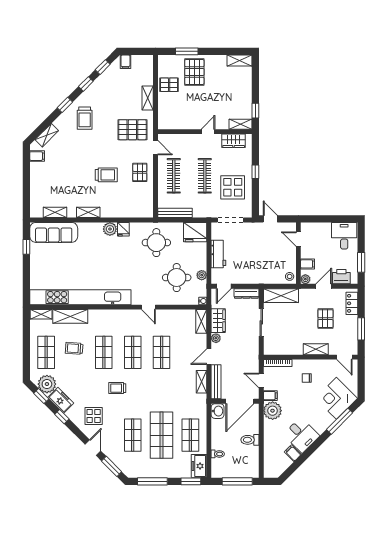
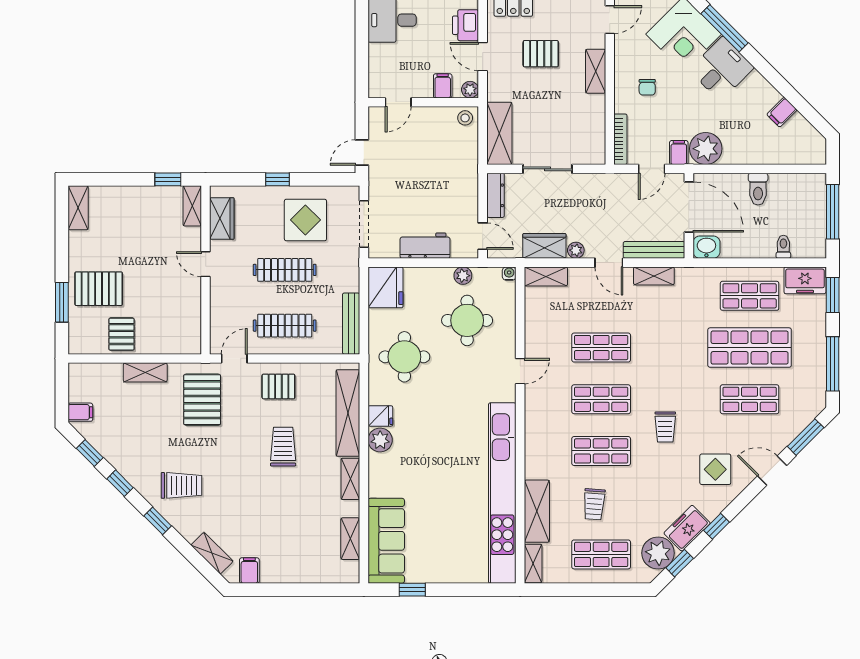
shelving: (125, 211) -> (348, 413), added
desk: (301, 435) -> (721, 69), moved

